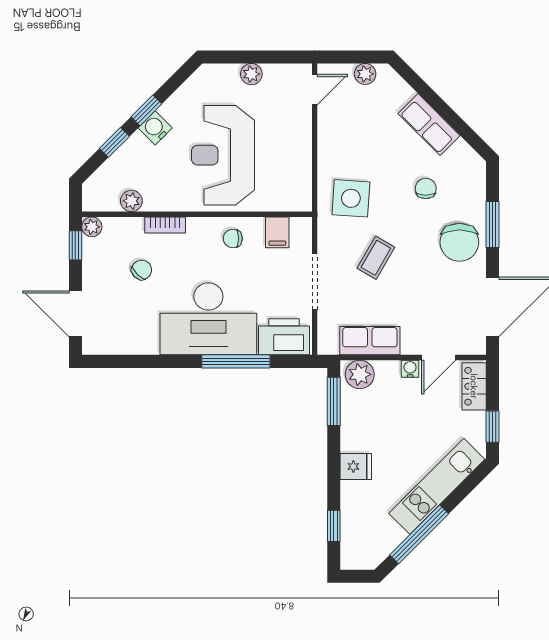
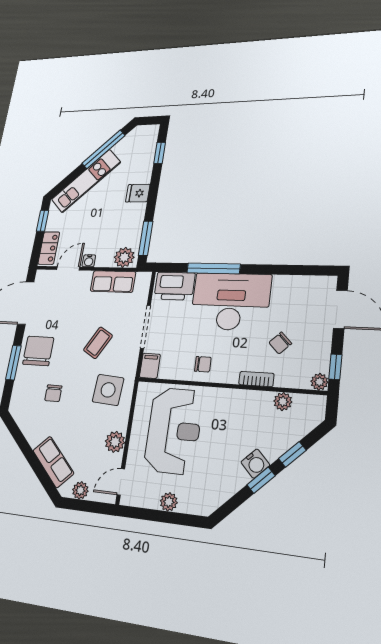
row of seats: (429, 125) -> (53, 462), moved
plant: (330, 136) -> (115, 442), added
reception desk: (223, 155) -> (174, 430), moved
filing cabinet: (277, 232) -> (150, 366), moved

